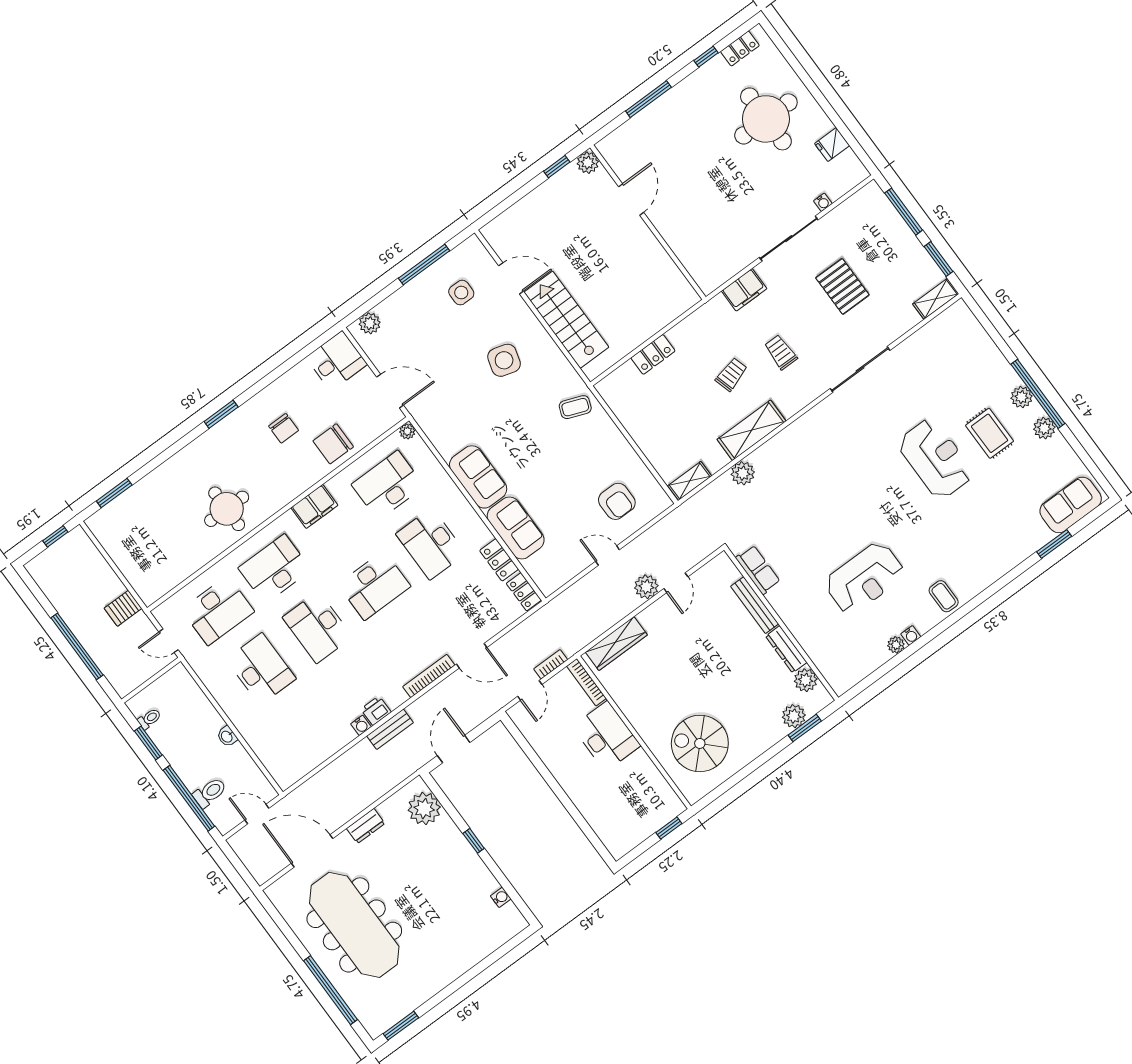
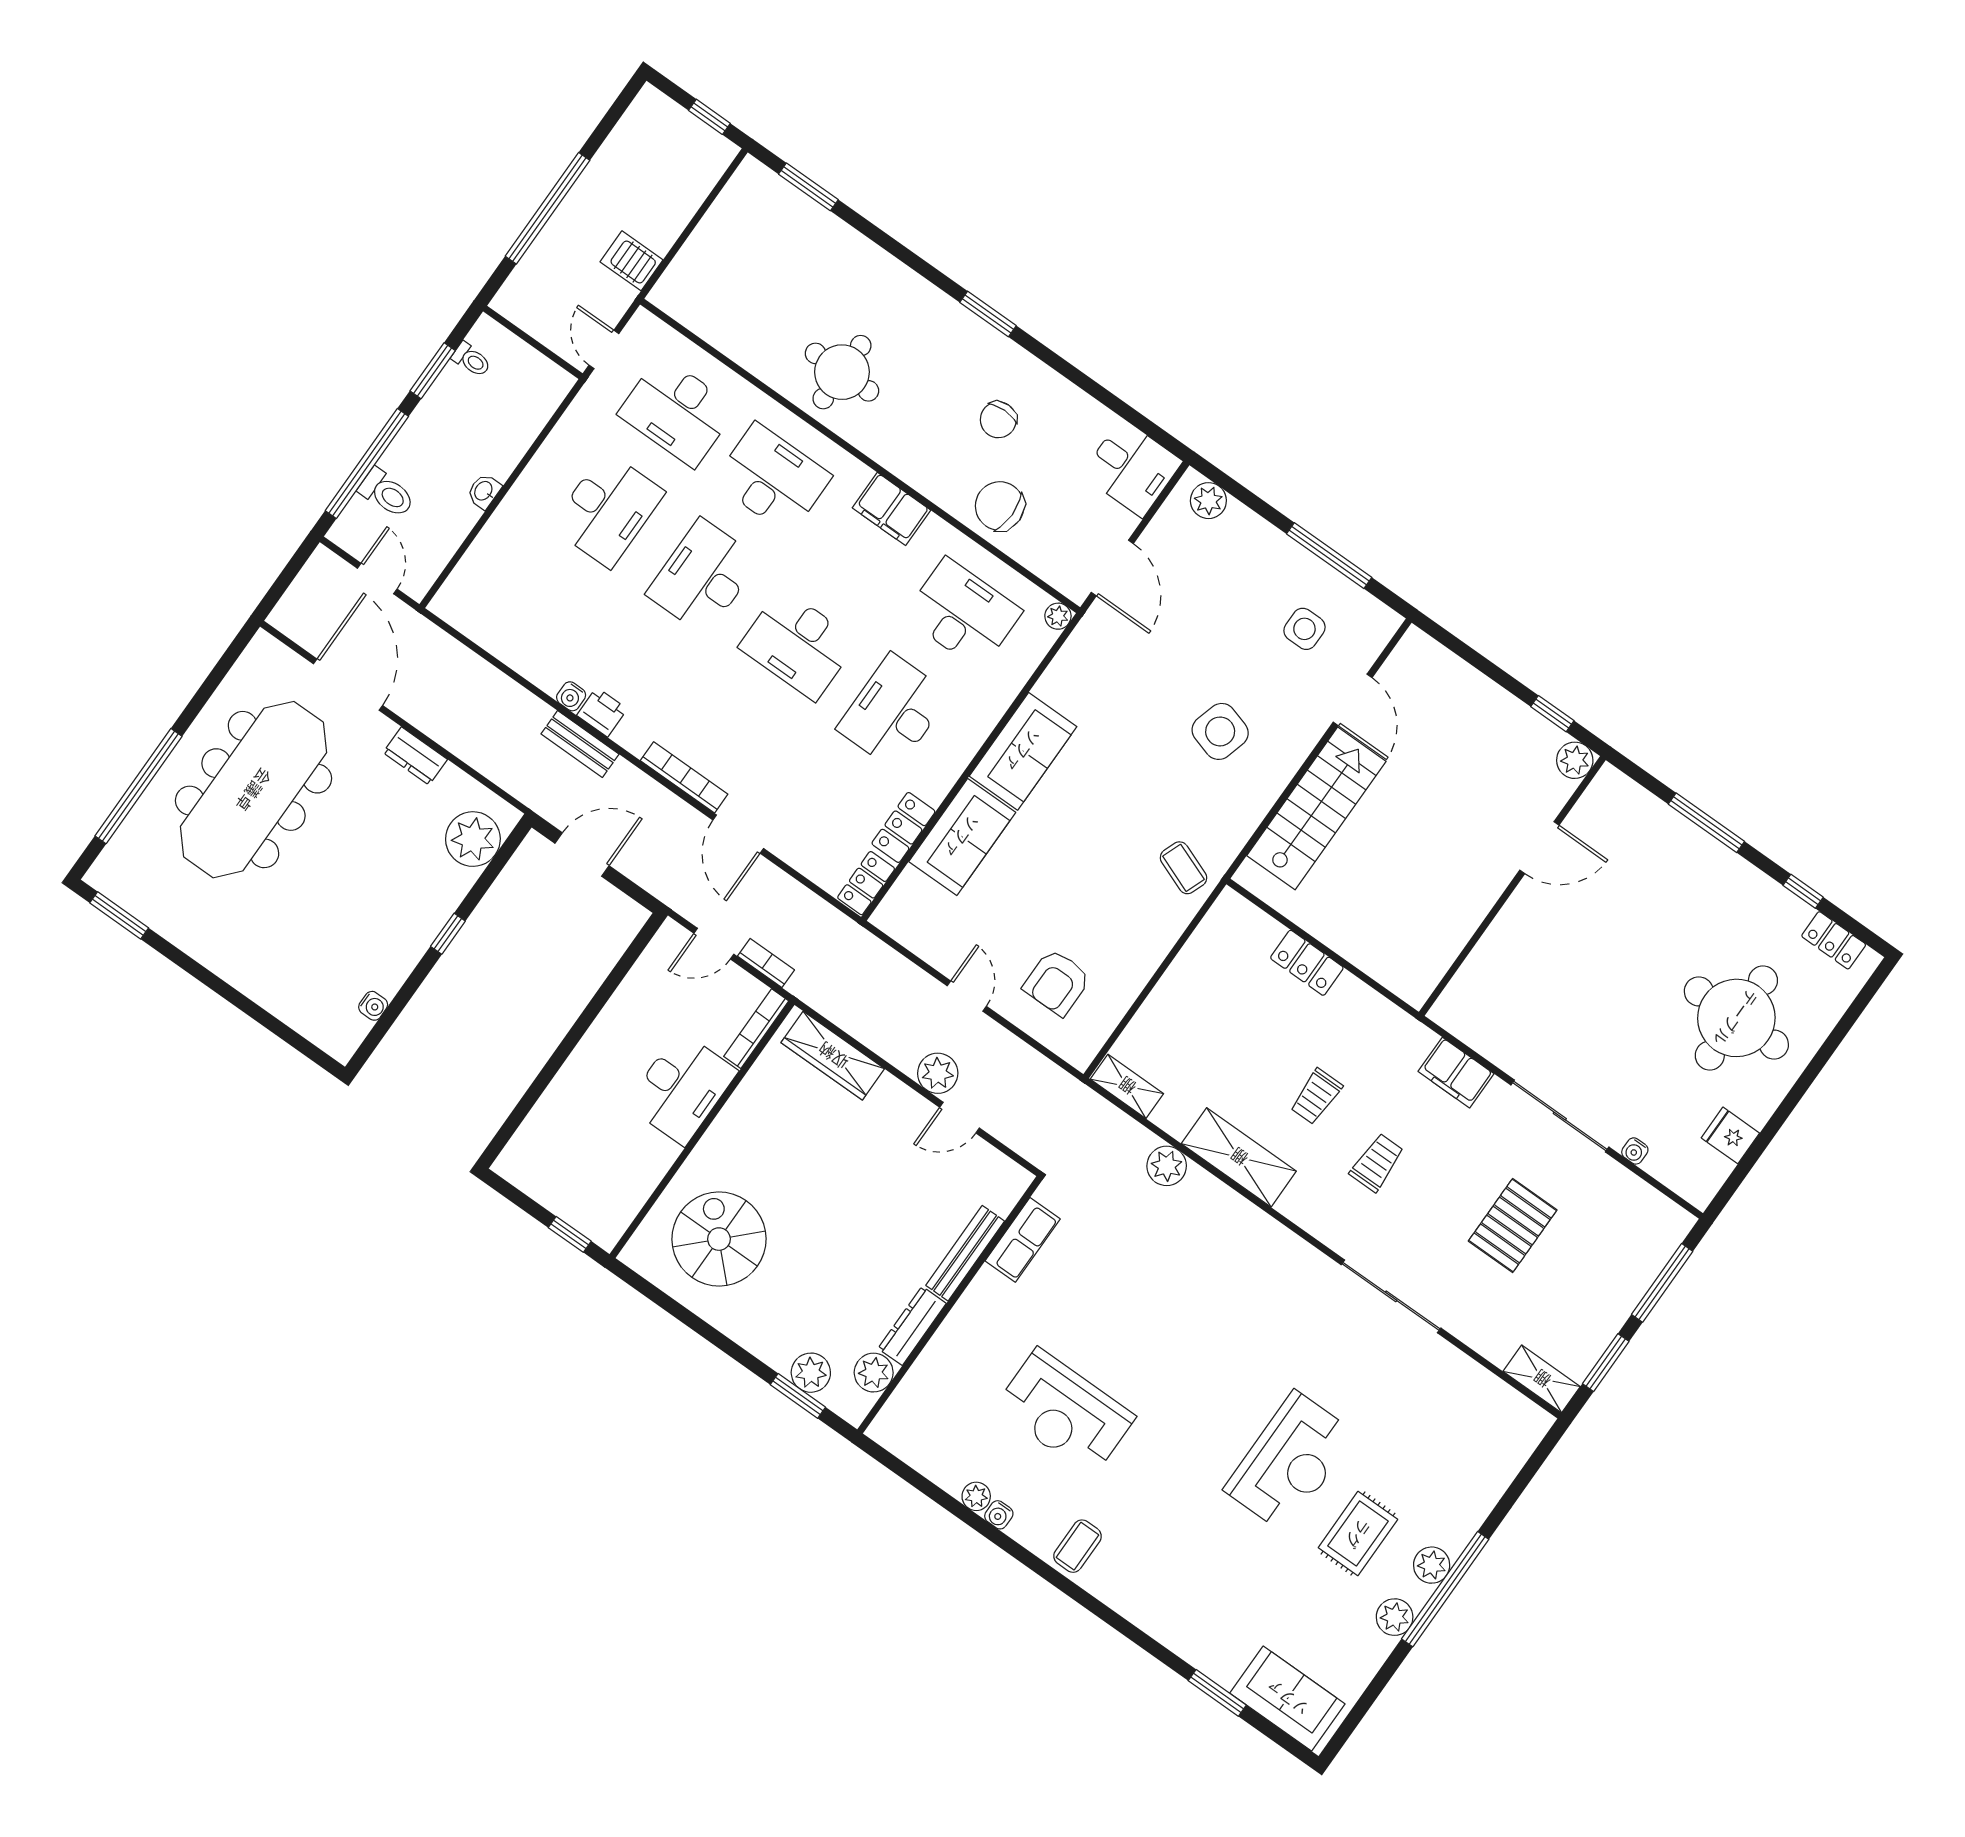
trolley: (731, 374) -> (1316, 1096), turned 106

